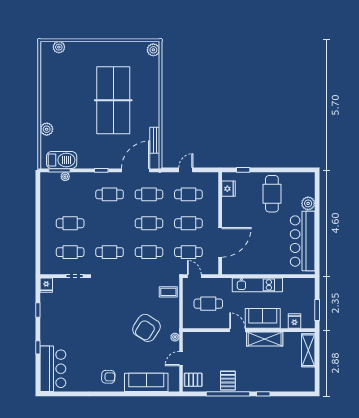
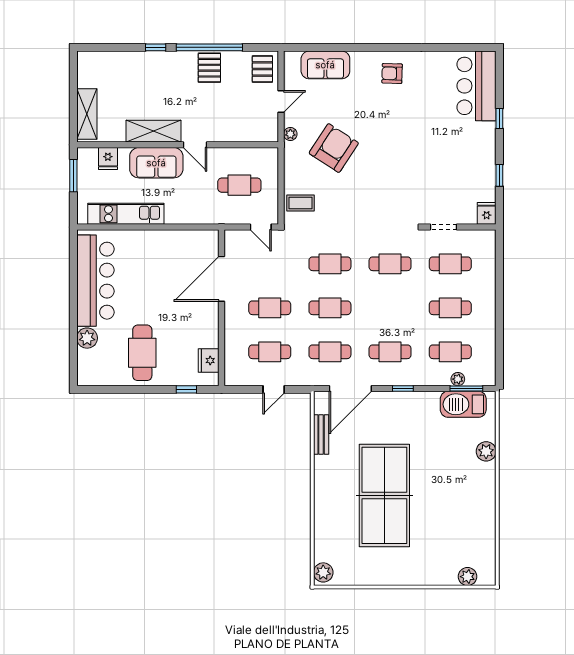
cafe table: (188, 252) -> (450, 352), moved
kitchen unit: (257, 285) -> (126, 214), moved
pallet: (193, 380) -> (262, 69), turned 90
sofa: (146, 382) -> (325, 65), width x0.73

